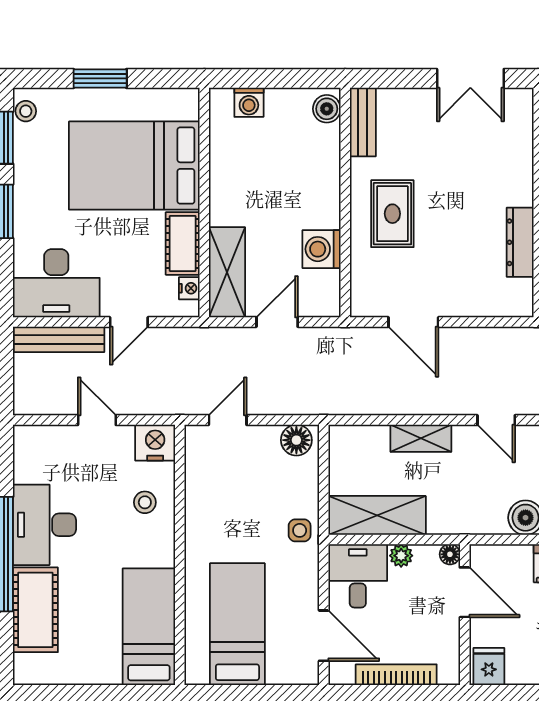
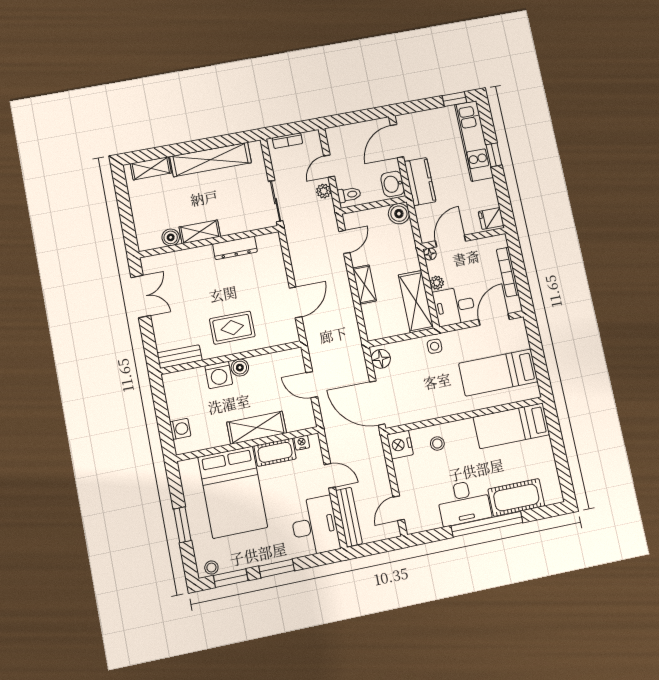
boiler: (327, 109) -> (240, 368), moved
washing machine: (322, 249) -> (219, 375), moved
shelving: (227, 272) -> (257, 428), moved
door: (97, 420) -> (399, 508), moved
door: (228, 420) -> (377, 403), width x1.87

